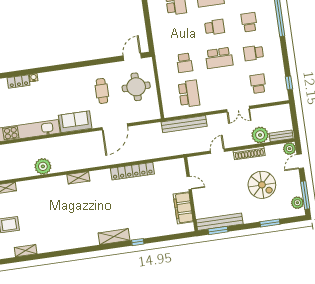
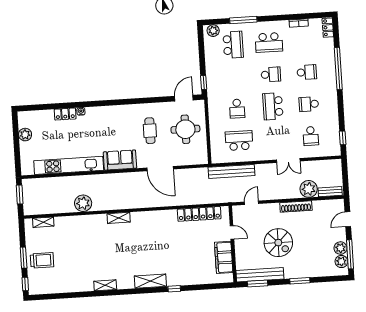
school desk: (249, 22) -> (307, 72), turned 90
window: (150, 40) -> (204, 82), added
school desk: (219, 58) -> (273, 106), turned 90
school desk: (258, 84) -> (311, 136), turned 180
school desk: (189, 94) -> (239, 141), turned -90
door: (115, 127) -> (160, 169), hinge flipped
plant: (290, 149) -> (340, 248), moved
door: (217, 151) -> (252, 203), moved
locker: (132, 171) -> (199, 214), moved
spiral stairs: (262, 185) -> (278, 243), moved
window: (270, 223) -> (300, 281), moved
shelving: (26, 251) -> (105, 285), moved

